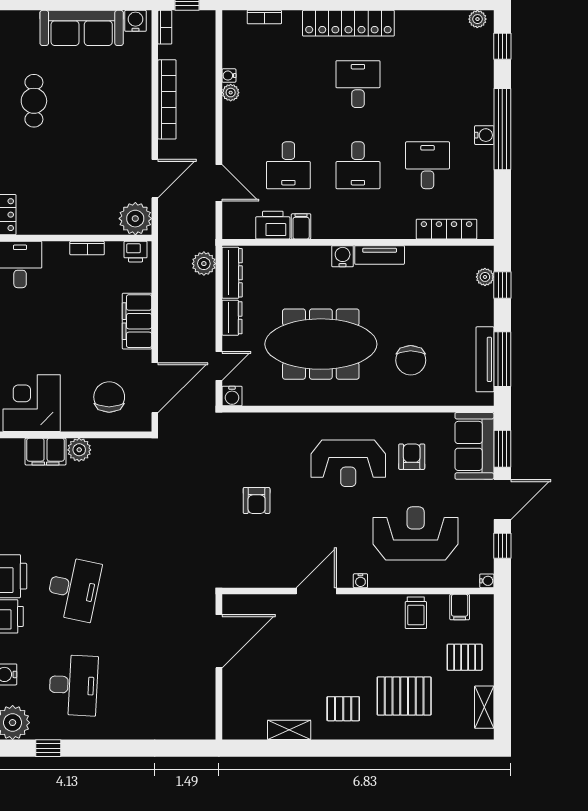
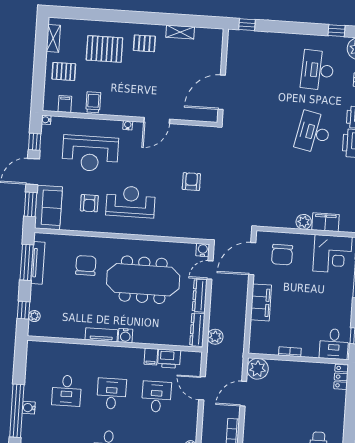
locker: (446, 229) -> (57, 349), removed
printer: (136, 252) -> (259, 347), removed
dresser: (232, 318) -> (200, 296), width x1.44
window: (187, 748) -> (247, 25), added

